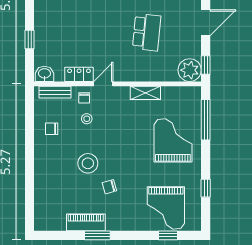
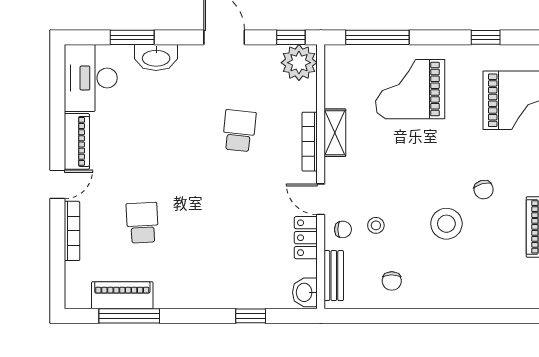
school desk: (147, 32) -> (239, 131), width x0.54
bookcase: (140, 77) -> (310, 142), added

